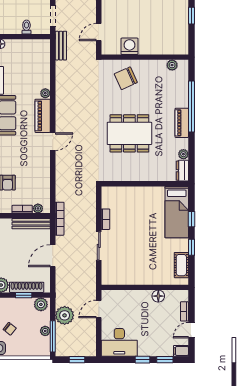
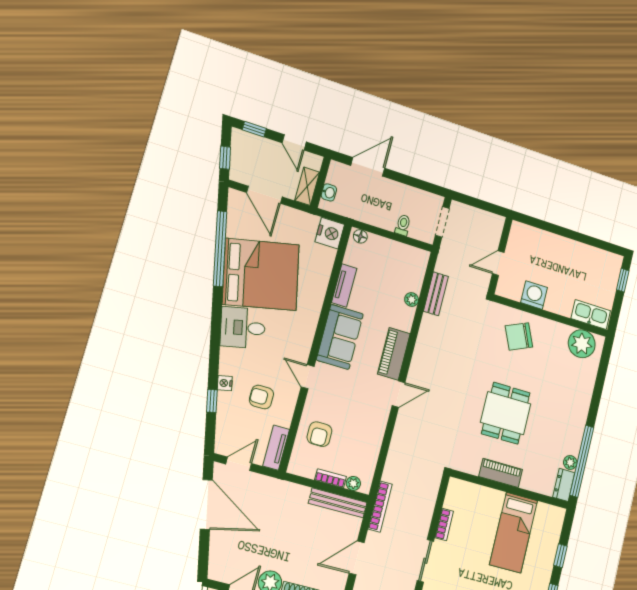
bench: (61, 46) -> (436, 294), moved
kitchen sink: (174, 47) -> (591, 315), added
plant: (172, 65) -> (582, 344), width x1.88, depth x1.88
plant: (45, 93) -> (412, 300), moved
window: (192, 107) -> (582, 461), moved
piano: (182, 123) -> (501, 473), moved, turned 90
dining table: (129, 133) -> (506, 413), width x0.73
bed: (177, 212) -> (514, 533), moved

